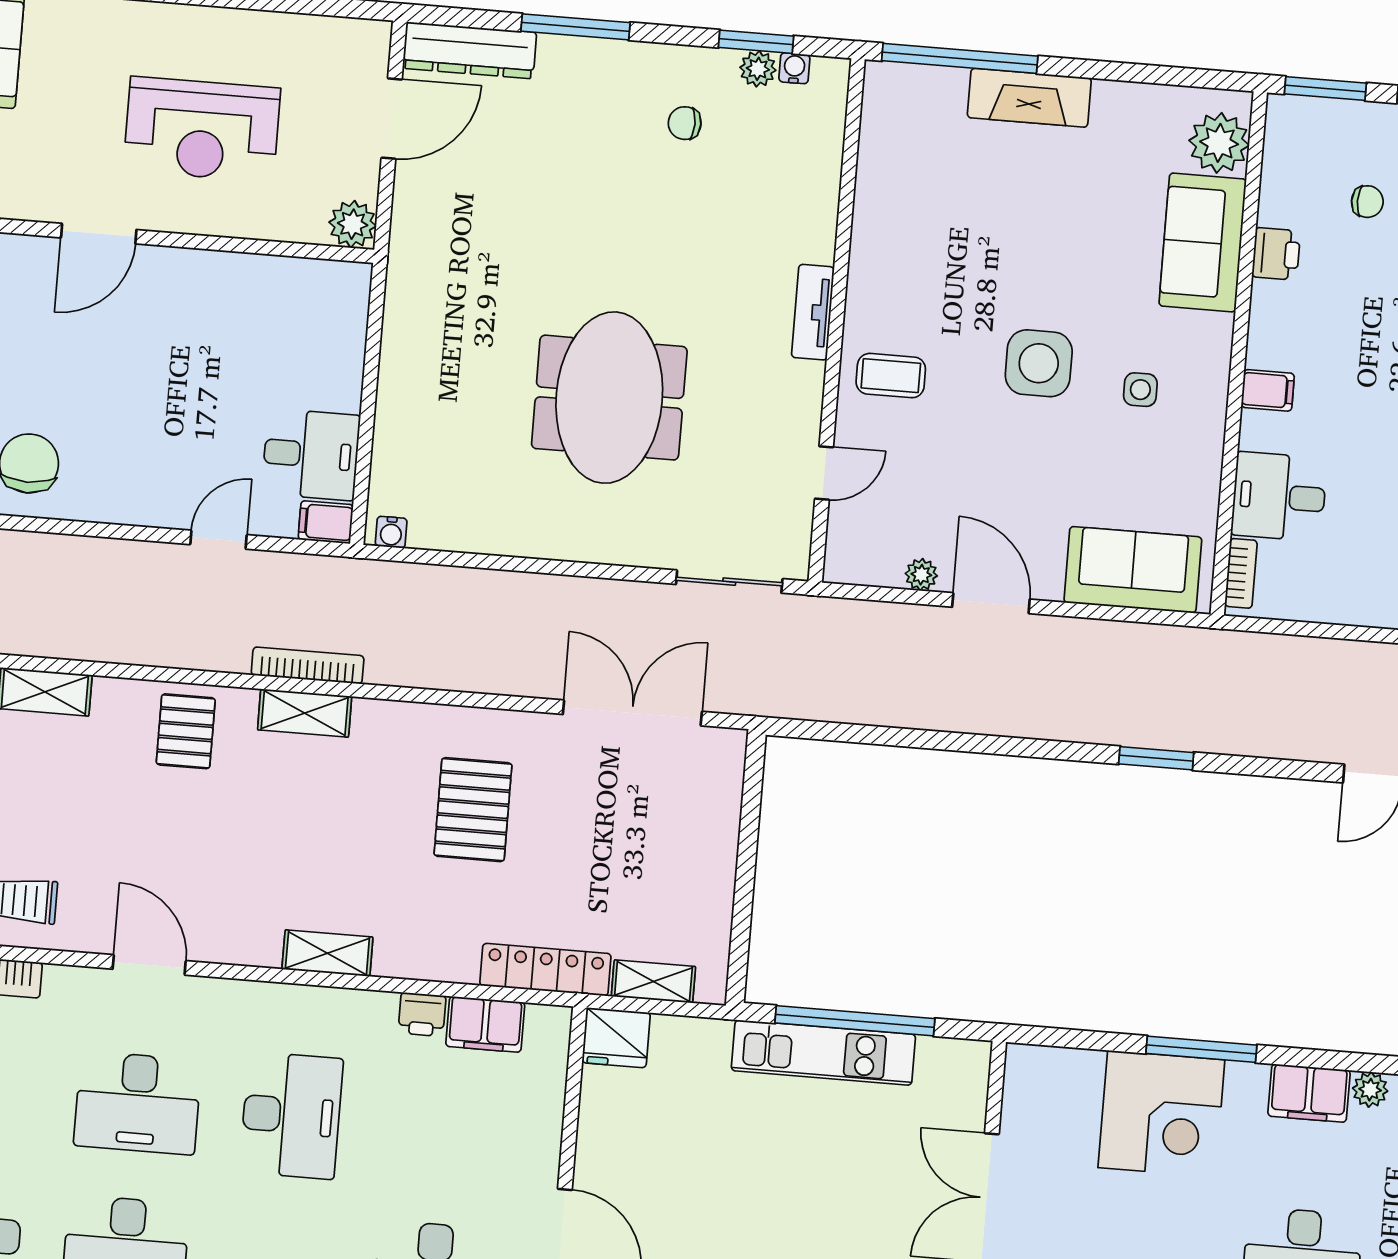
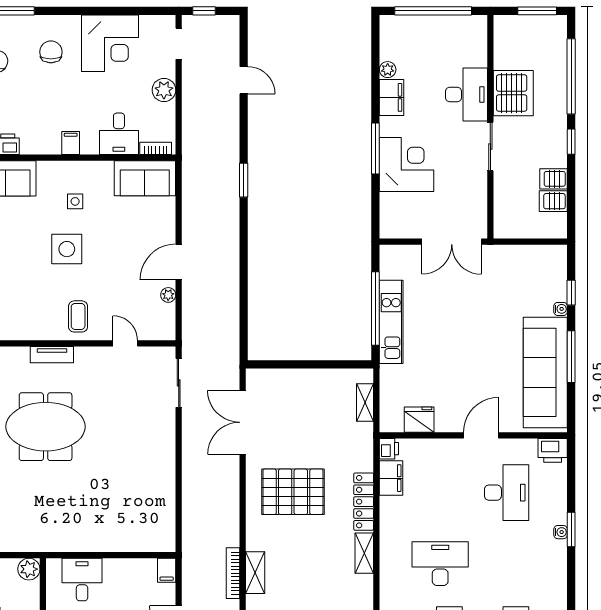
meeting table: (609, 398) -> (46, 427), moved
desk: (311, 455) -> (82, 580), moved
water cooler: (391, 532) -> (169, 540), removed
sofa: (1133, 570) -> (145, 178), moved, turned -90
plant: (1366, 602) -> (164, 90), added
pallet: (473, 810) -> (293, 492), width x1.37, depth x1.41
locker: (545, 970) -> (364, 502), moved
printer: (422, 1014) -> (389, 449), moved
fridge: (616, 1038) -> (419, 420), moved, turned -90

